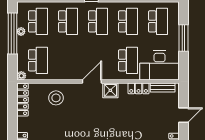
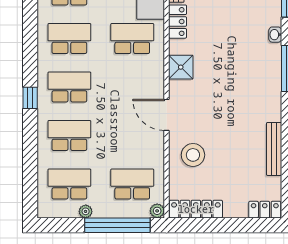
window: (13, 34) -> (117, 225), moved
door: (92, 82) -> (166, 115), moved

